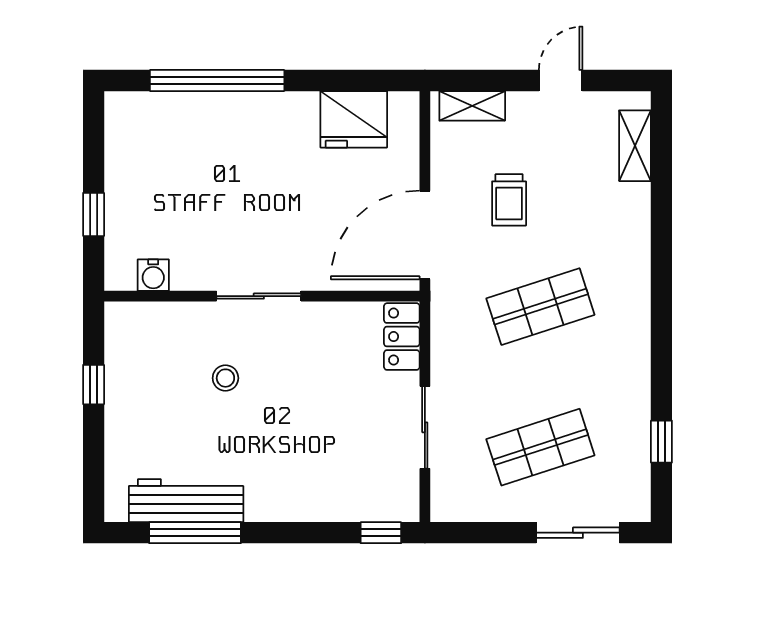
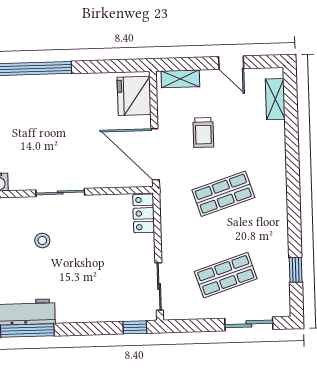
door: (561, 81) -> (231, 63), swing flipped
fridge: (354, 119) -> (134, 96), moved, turned 90
door: (425, 235) -> (155, 154), hinge flipped
sliding door: (425, 427) -> (159, 287), moved

